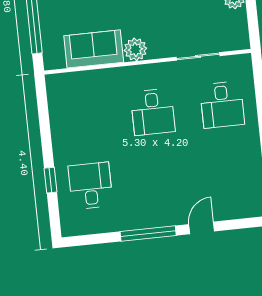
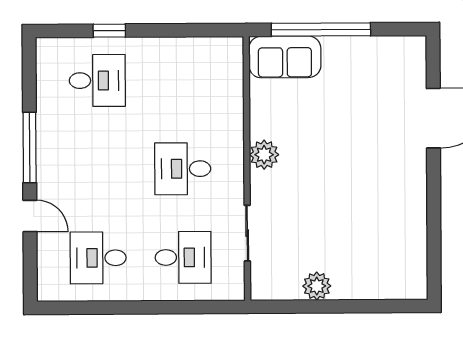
sofa: (94, 49) -> (285, 57), moved, turned 90
desk: (222, 105) -> (183, 257), turned 180
desk: (229, 171) -> (98, 258), added

